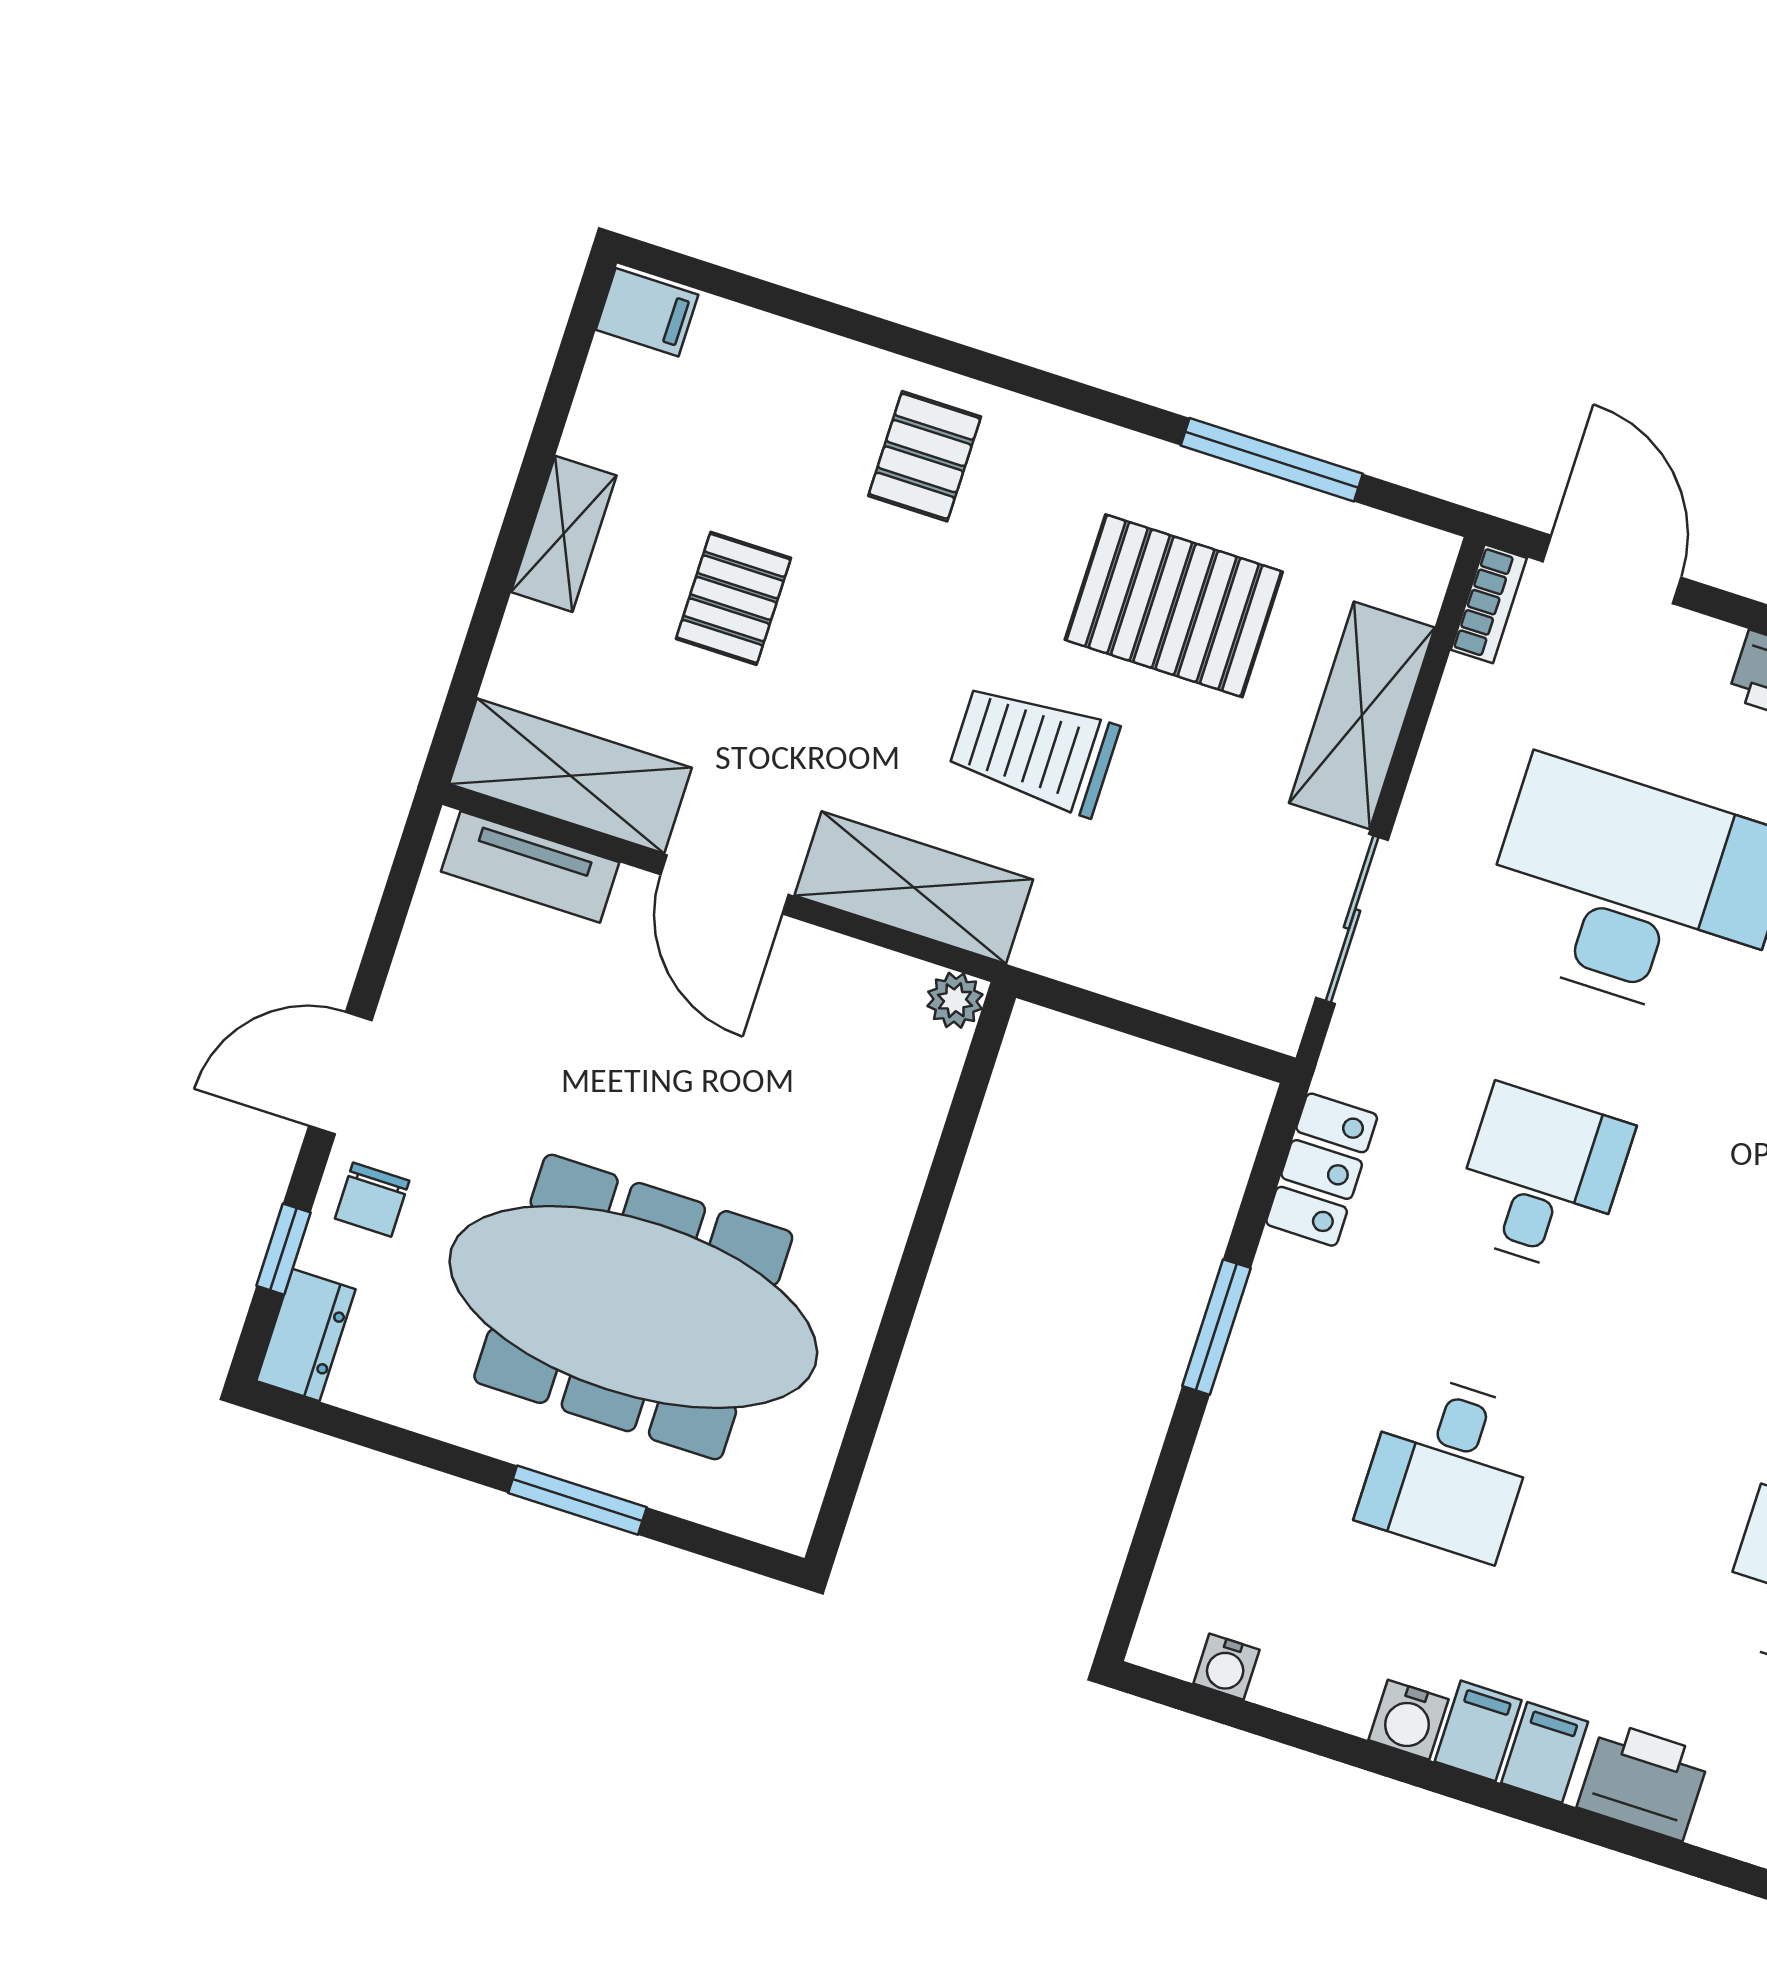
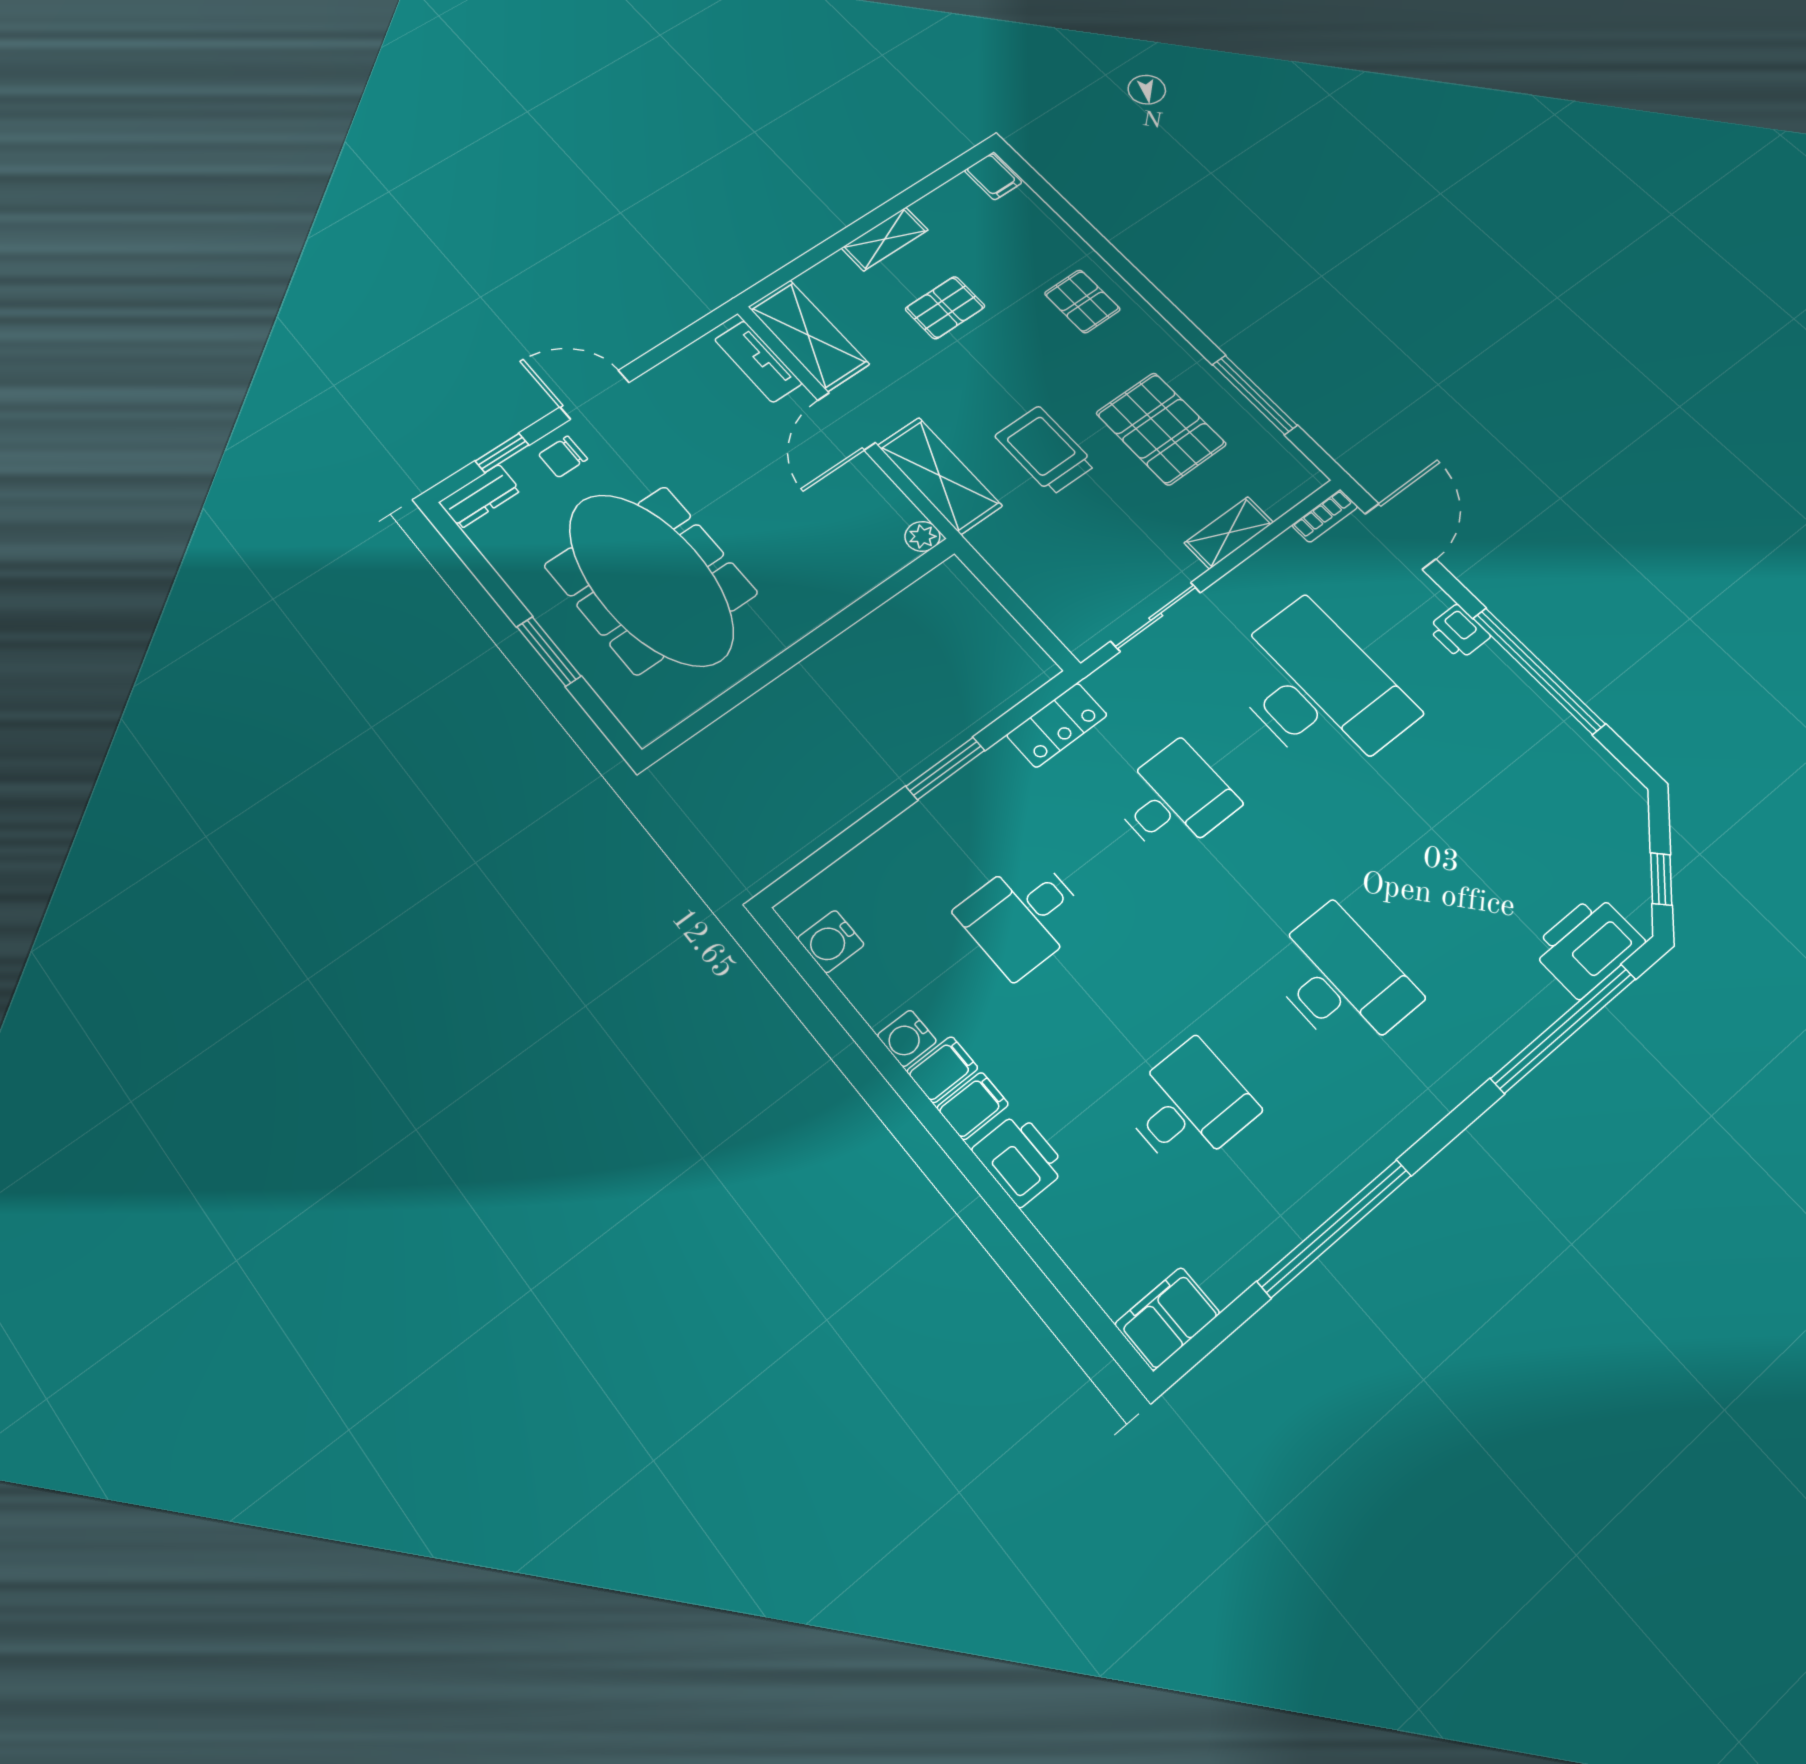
pallet: (925, 456) -> (1082, 301), turned 90
shelving: (1362, 715) -> (1229, 533), width x0.67, depth x0.75
water cooler: (1226, 1667) -> (831, 941), width x1.38, depth x1.38

